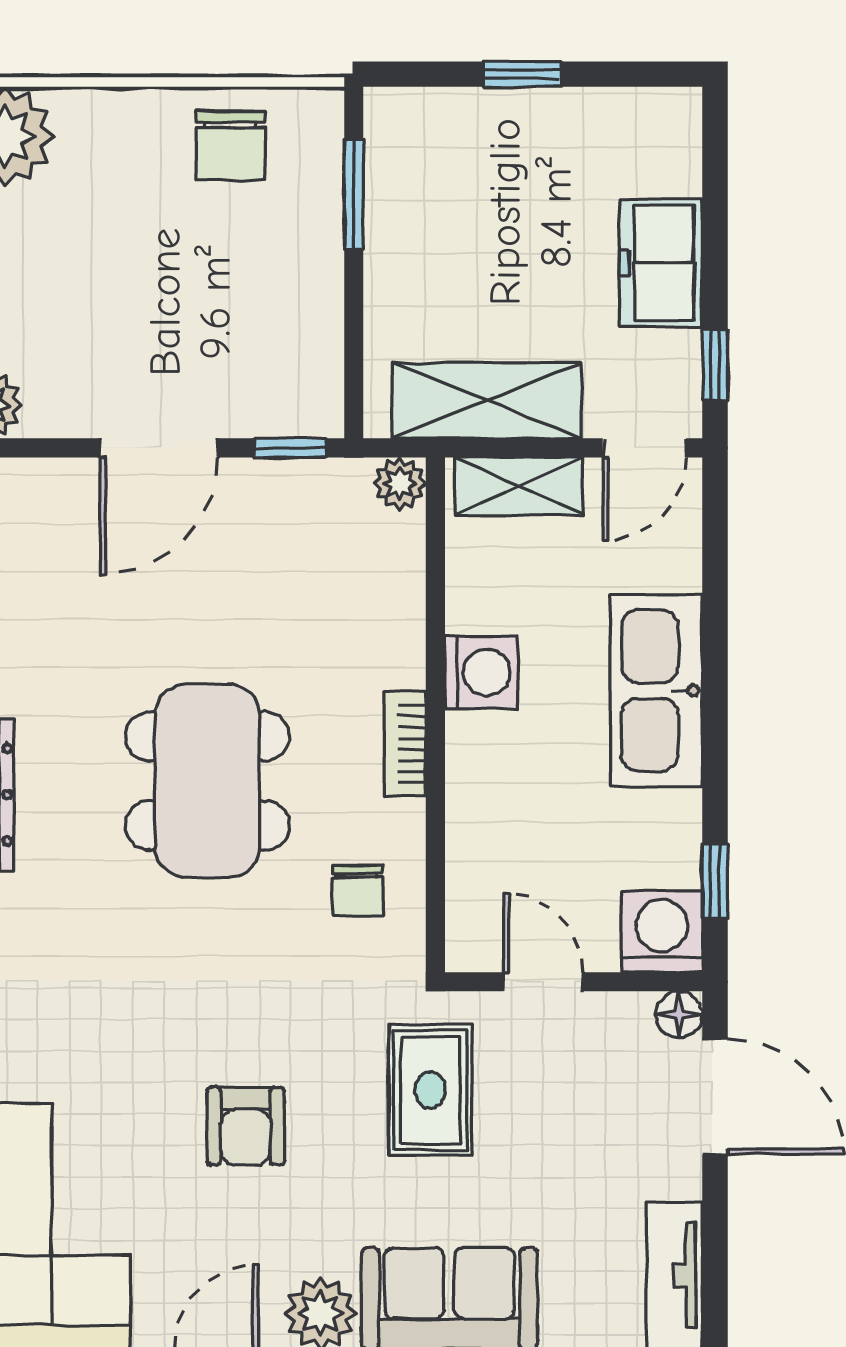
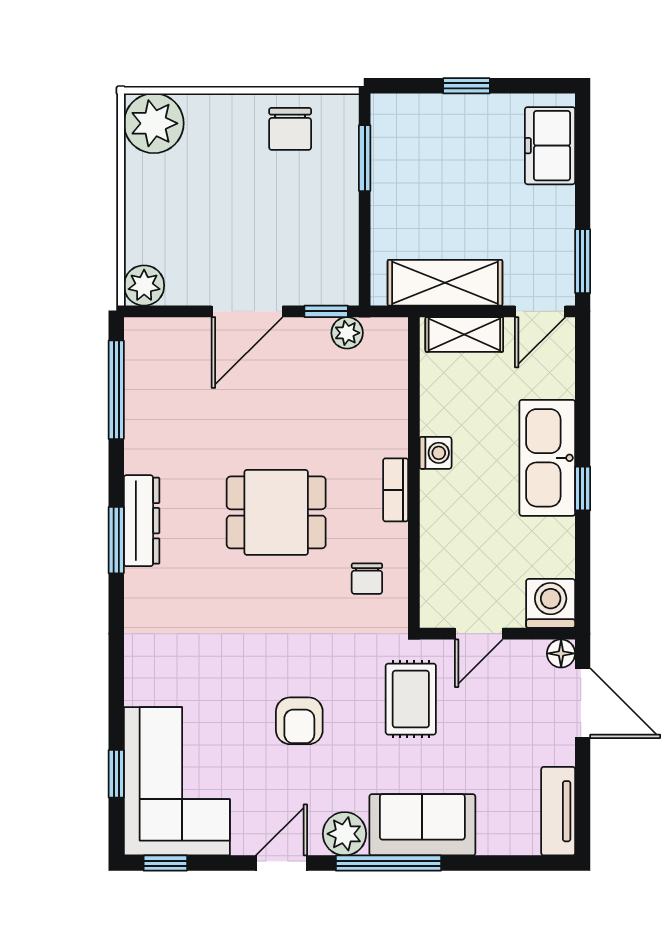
freezer: (661, 263) -> (550, 146), moved
window: (715, 365) -> (583, 261), width x1.50
plant: (400, 483) -> (347, 333), moved
washing machine: (481, 672) -> (436, 453), width x0.73, depth x0.73
dining table: (207, 781) -> (276, 512), width x0.73
window: (715, 881) -> (583, 489), moved
door: (543, 982) -> (479, 634), swing flipped

